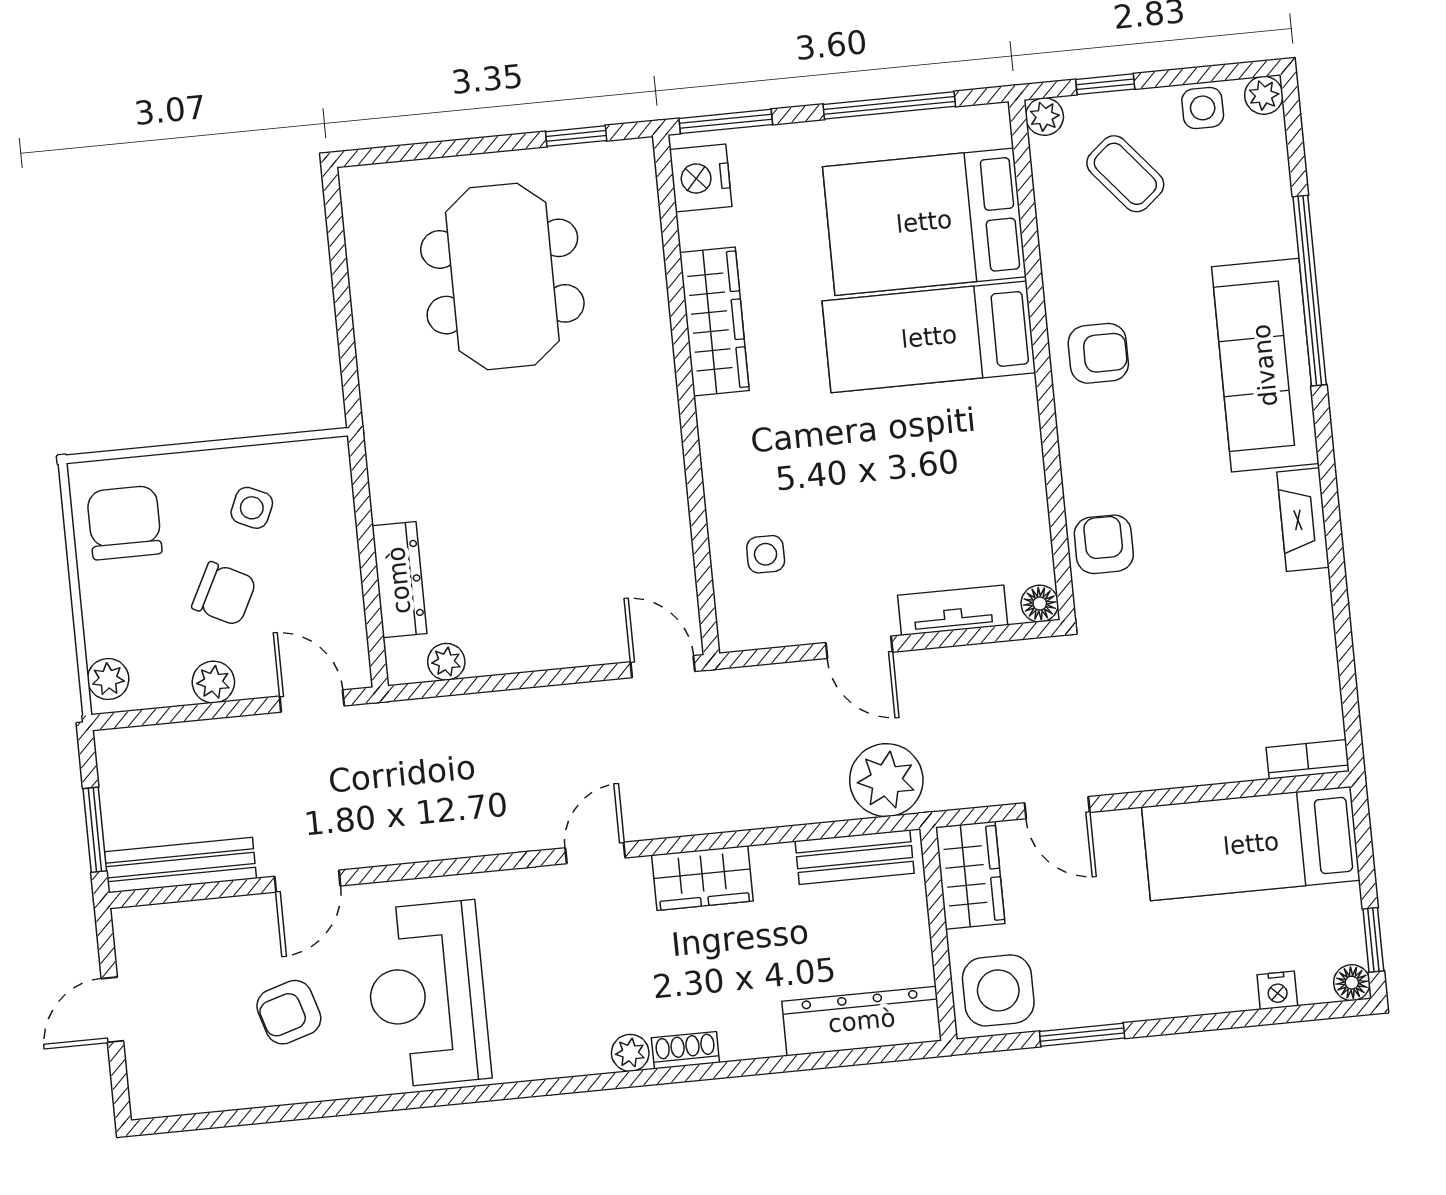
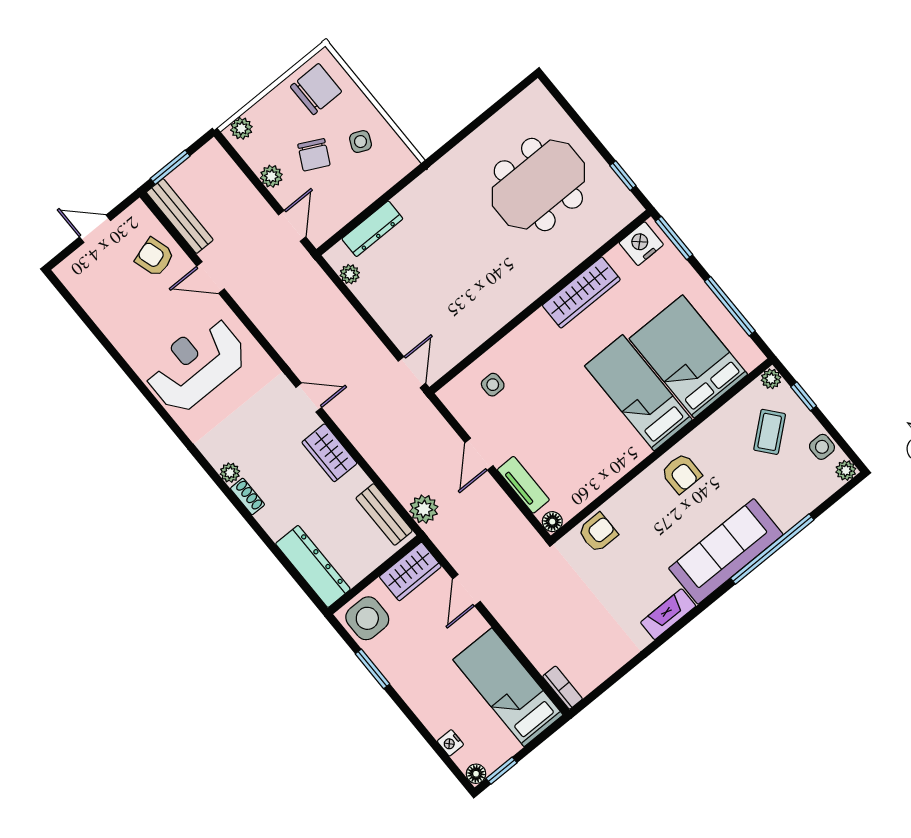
plant: (886, 780) -> (424, 509), width x0.73, depth x0.73
armchair: (289, 1012) -> (155, 257), moved

